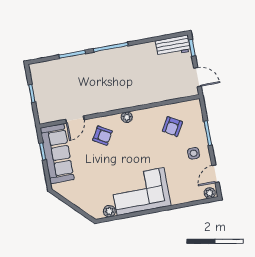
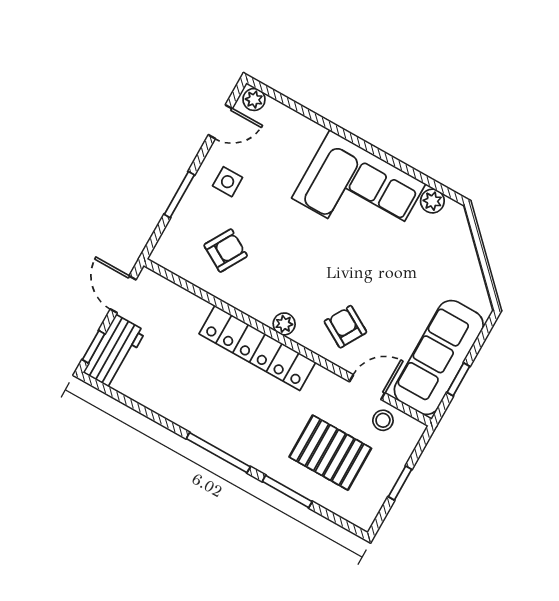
workbench: (173, 46) -> (114, 352), moved, turned 90
pallet: (68, 83) -> (330, 453), added
locker: (129, 99) -> (257, 348), added
stool: (58, 112) -> (383, 420), added

